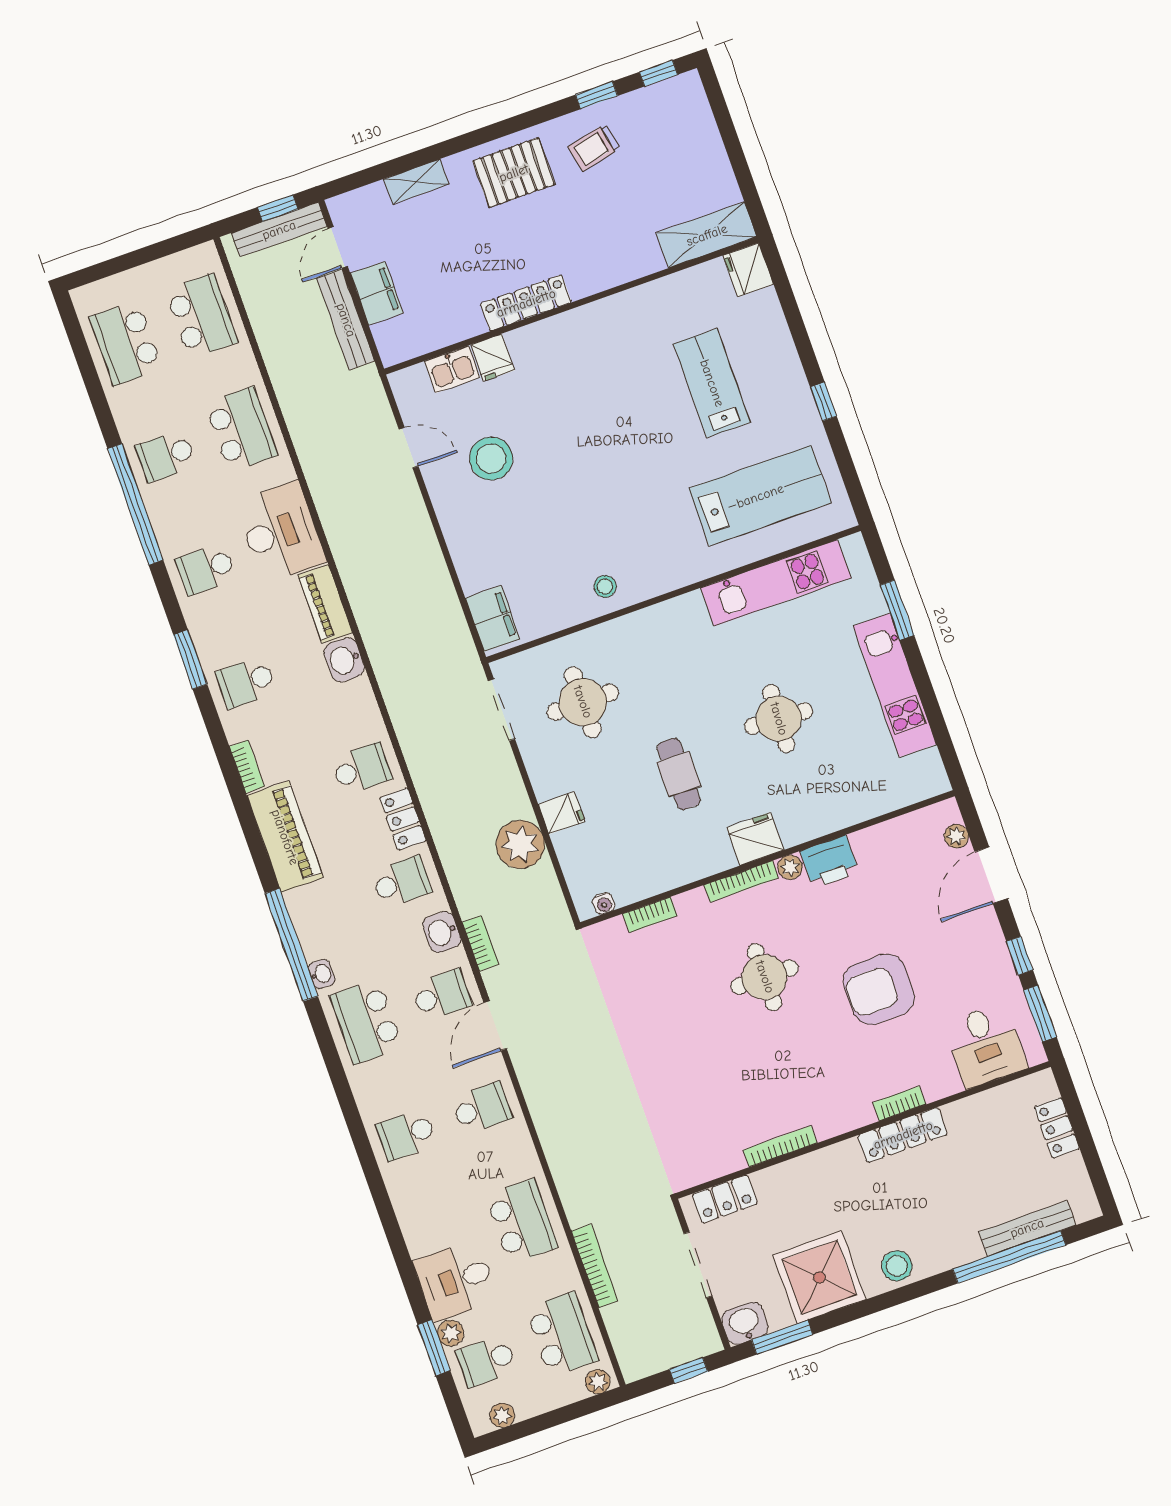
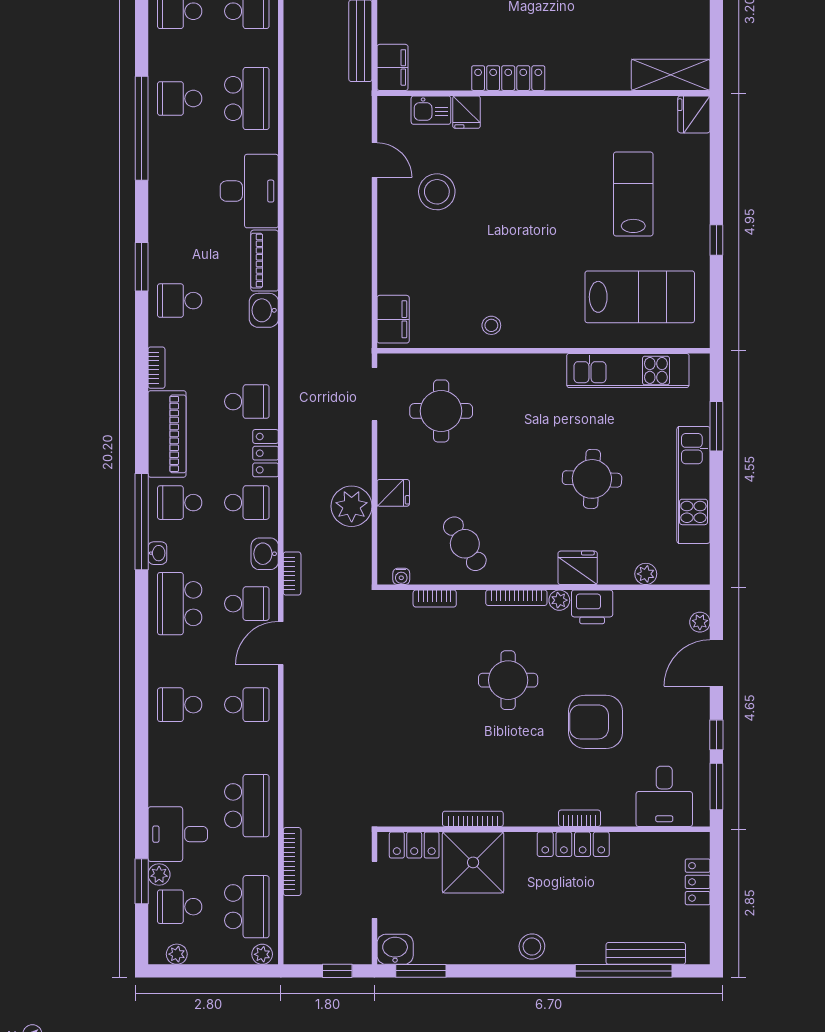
filing cabinet: (377, 293) -> (393, 67), moved
school desk: (206, 569) -> (180, 503), moved
cafe table: (679, 774) -> (465, 544), moved, turned -33
plant: (877, 804) -> (646, 574), added
fridge: (755, 839) -> (578, 568), moved
shower: (819, 1277) -> (473, 862), moved

